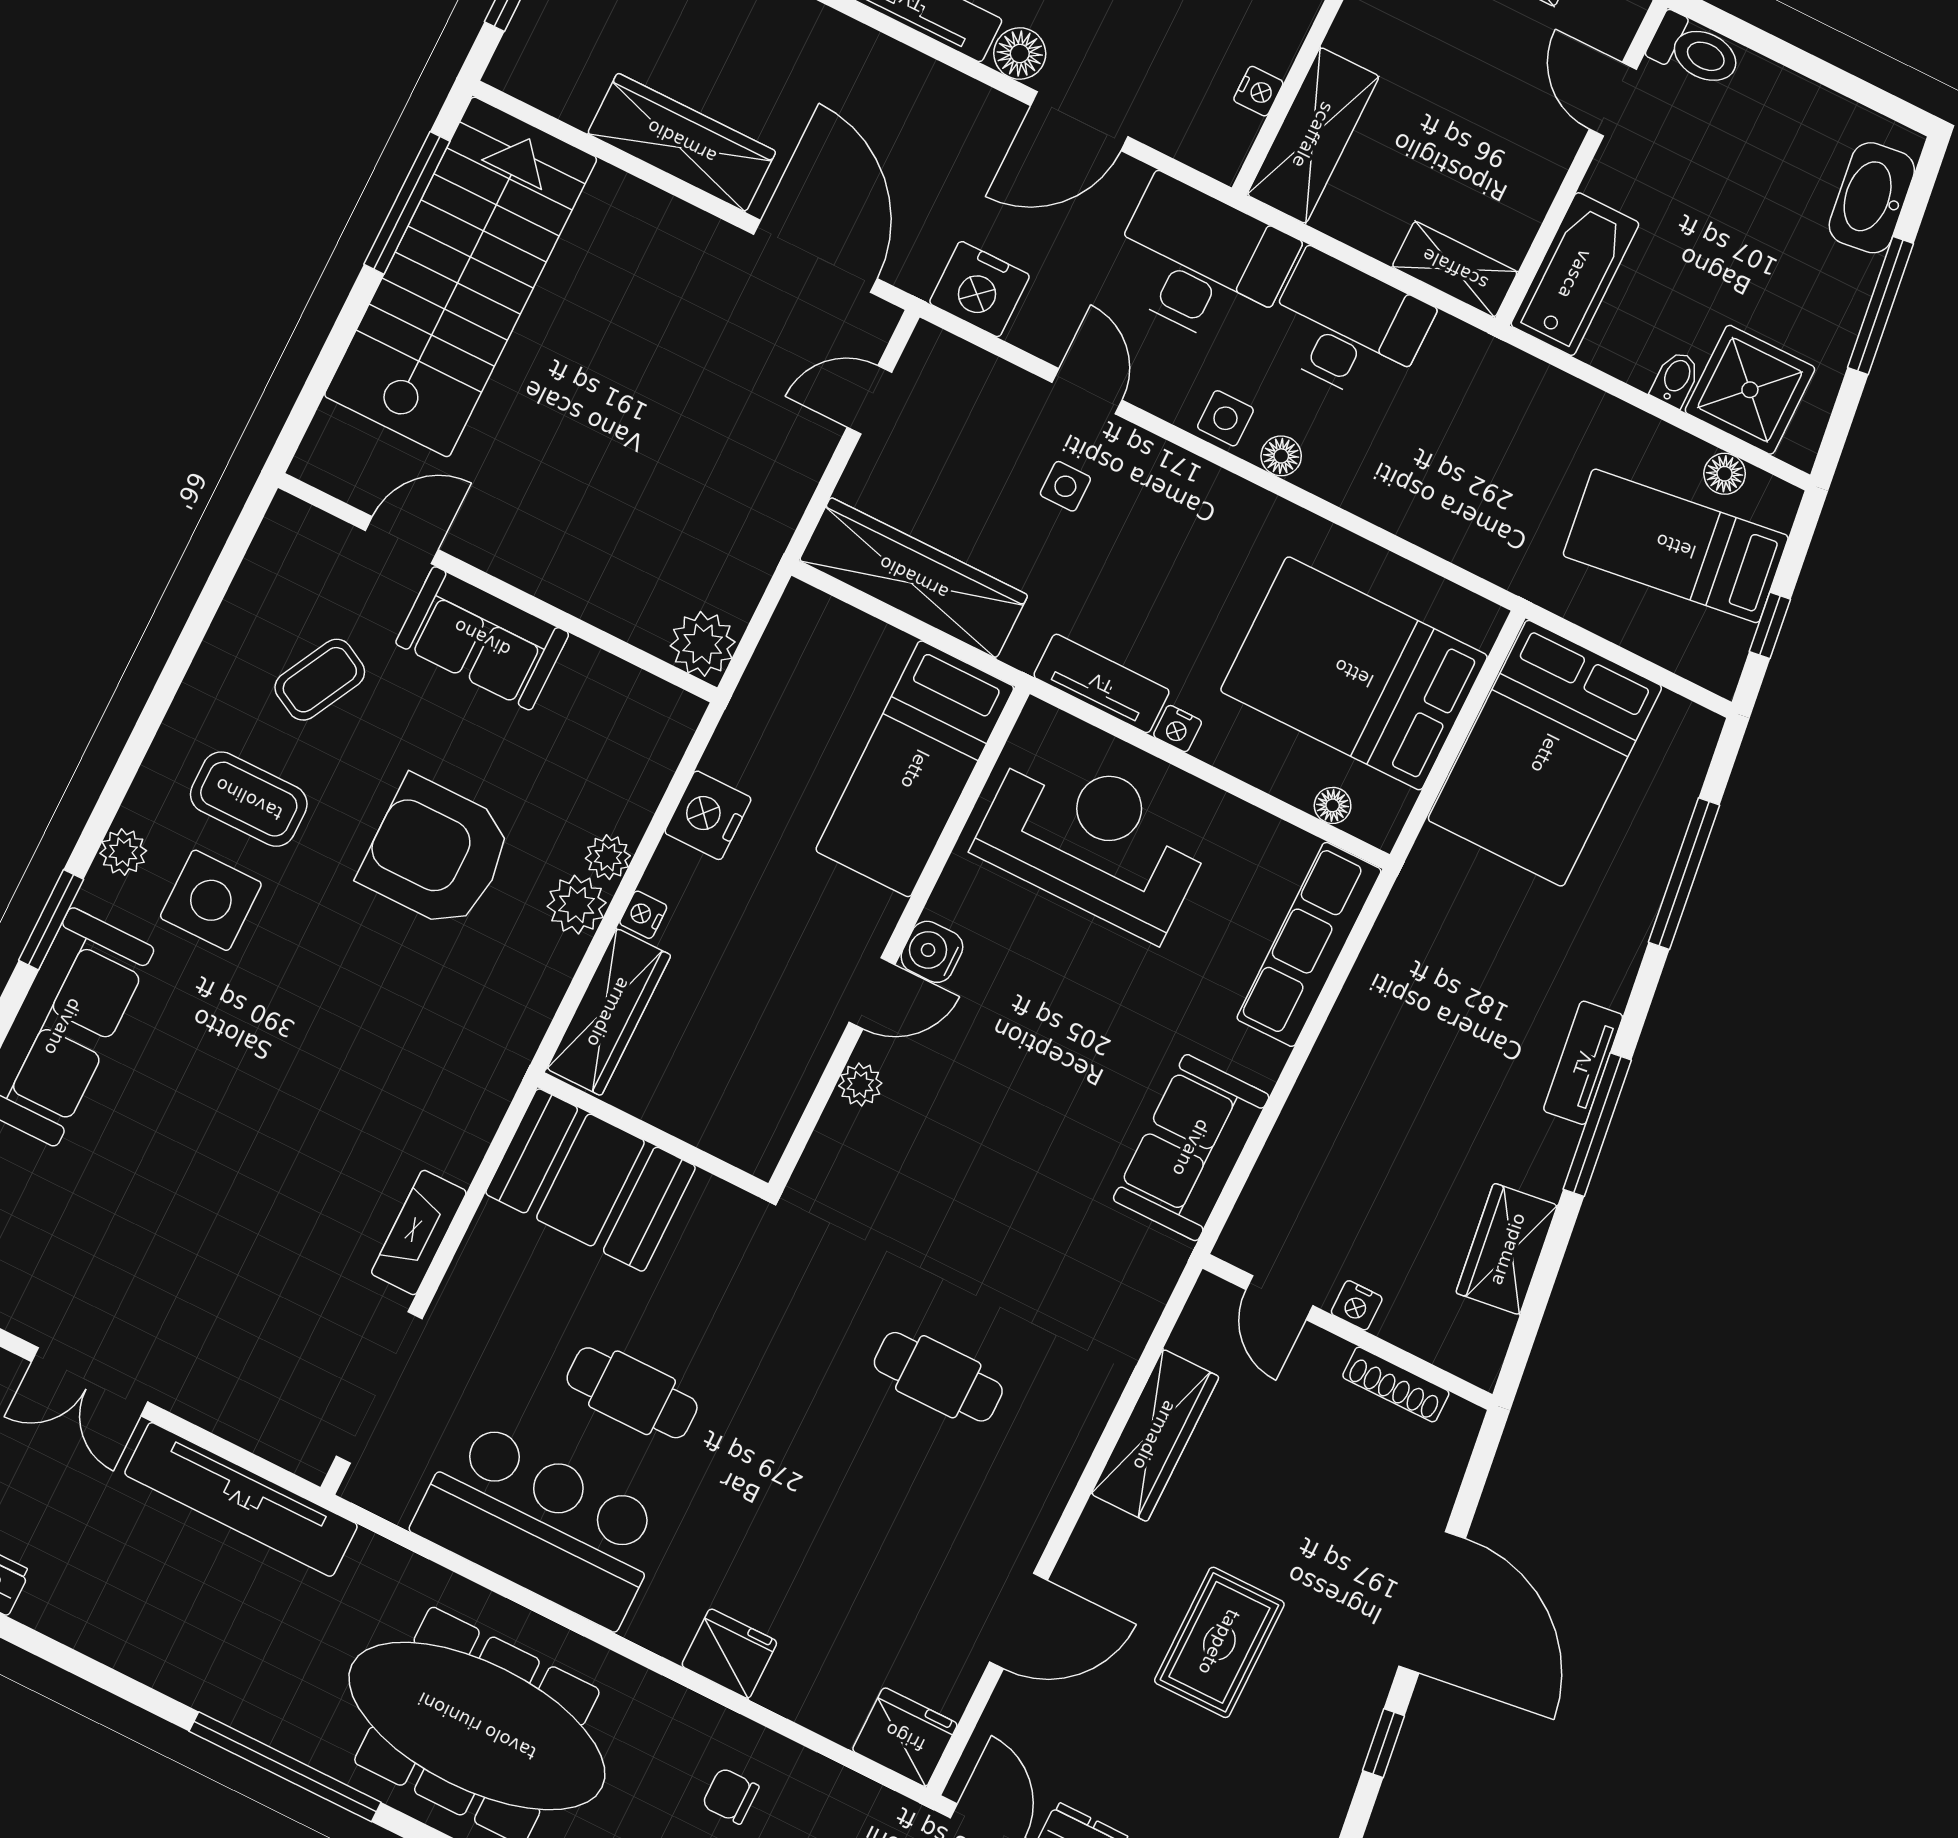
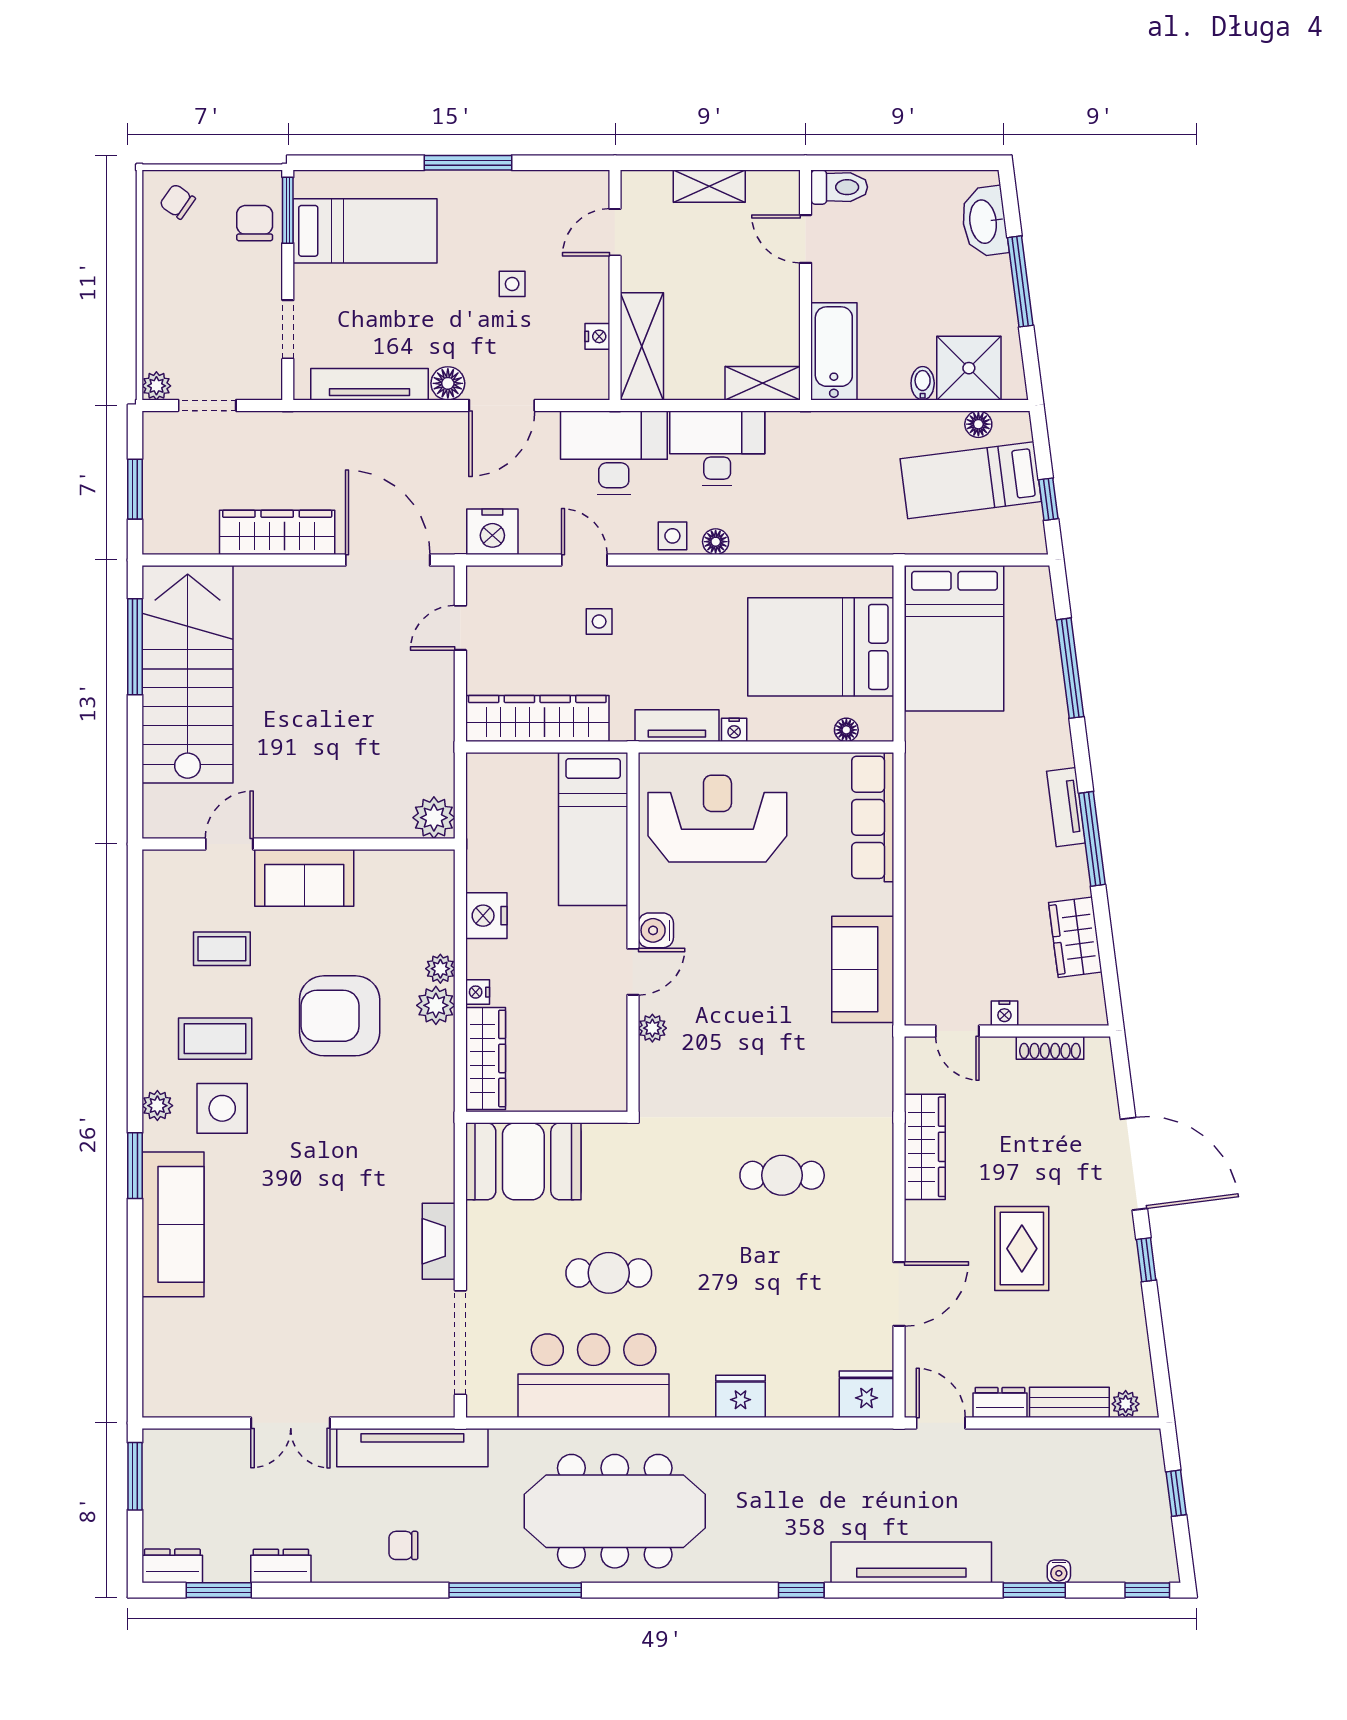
coffee table: (320, 680) -> (222, 949), turned 62
chair: (730, 1796) -> (403, 1545), moved

